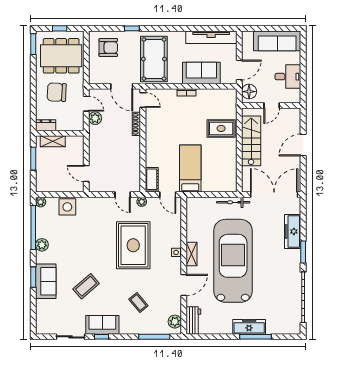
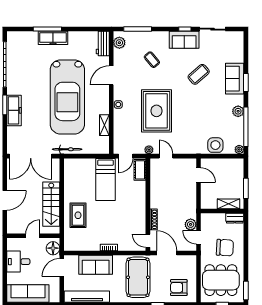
rug: (221, 128) -> (78, 215), turned 90
door: (168, 195) -> (126, 156), swing flipped
freezer: (293, 231) -> (14, 110), moved
shelving: (192, 254) -> (104, 125), moved

